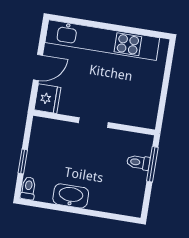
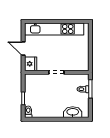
door: (38, 68) -> (23, 49), swing flipped
washbasin: (71, 196) -> (73, 112), moved

